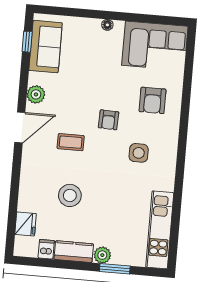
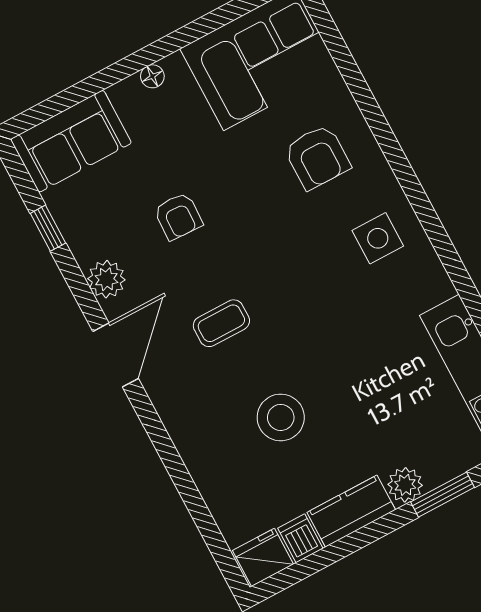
window: (27, 42) -> (48, 228), moved
sofa: (46, 47) -> (71, 141), moved, turned 90
armchair: (109, 120) -> (178, 216), moved
side table: (139, 153) -> (378, 238), moved
fridge: (26, 224) -> (263, 557), moved, turned -90

